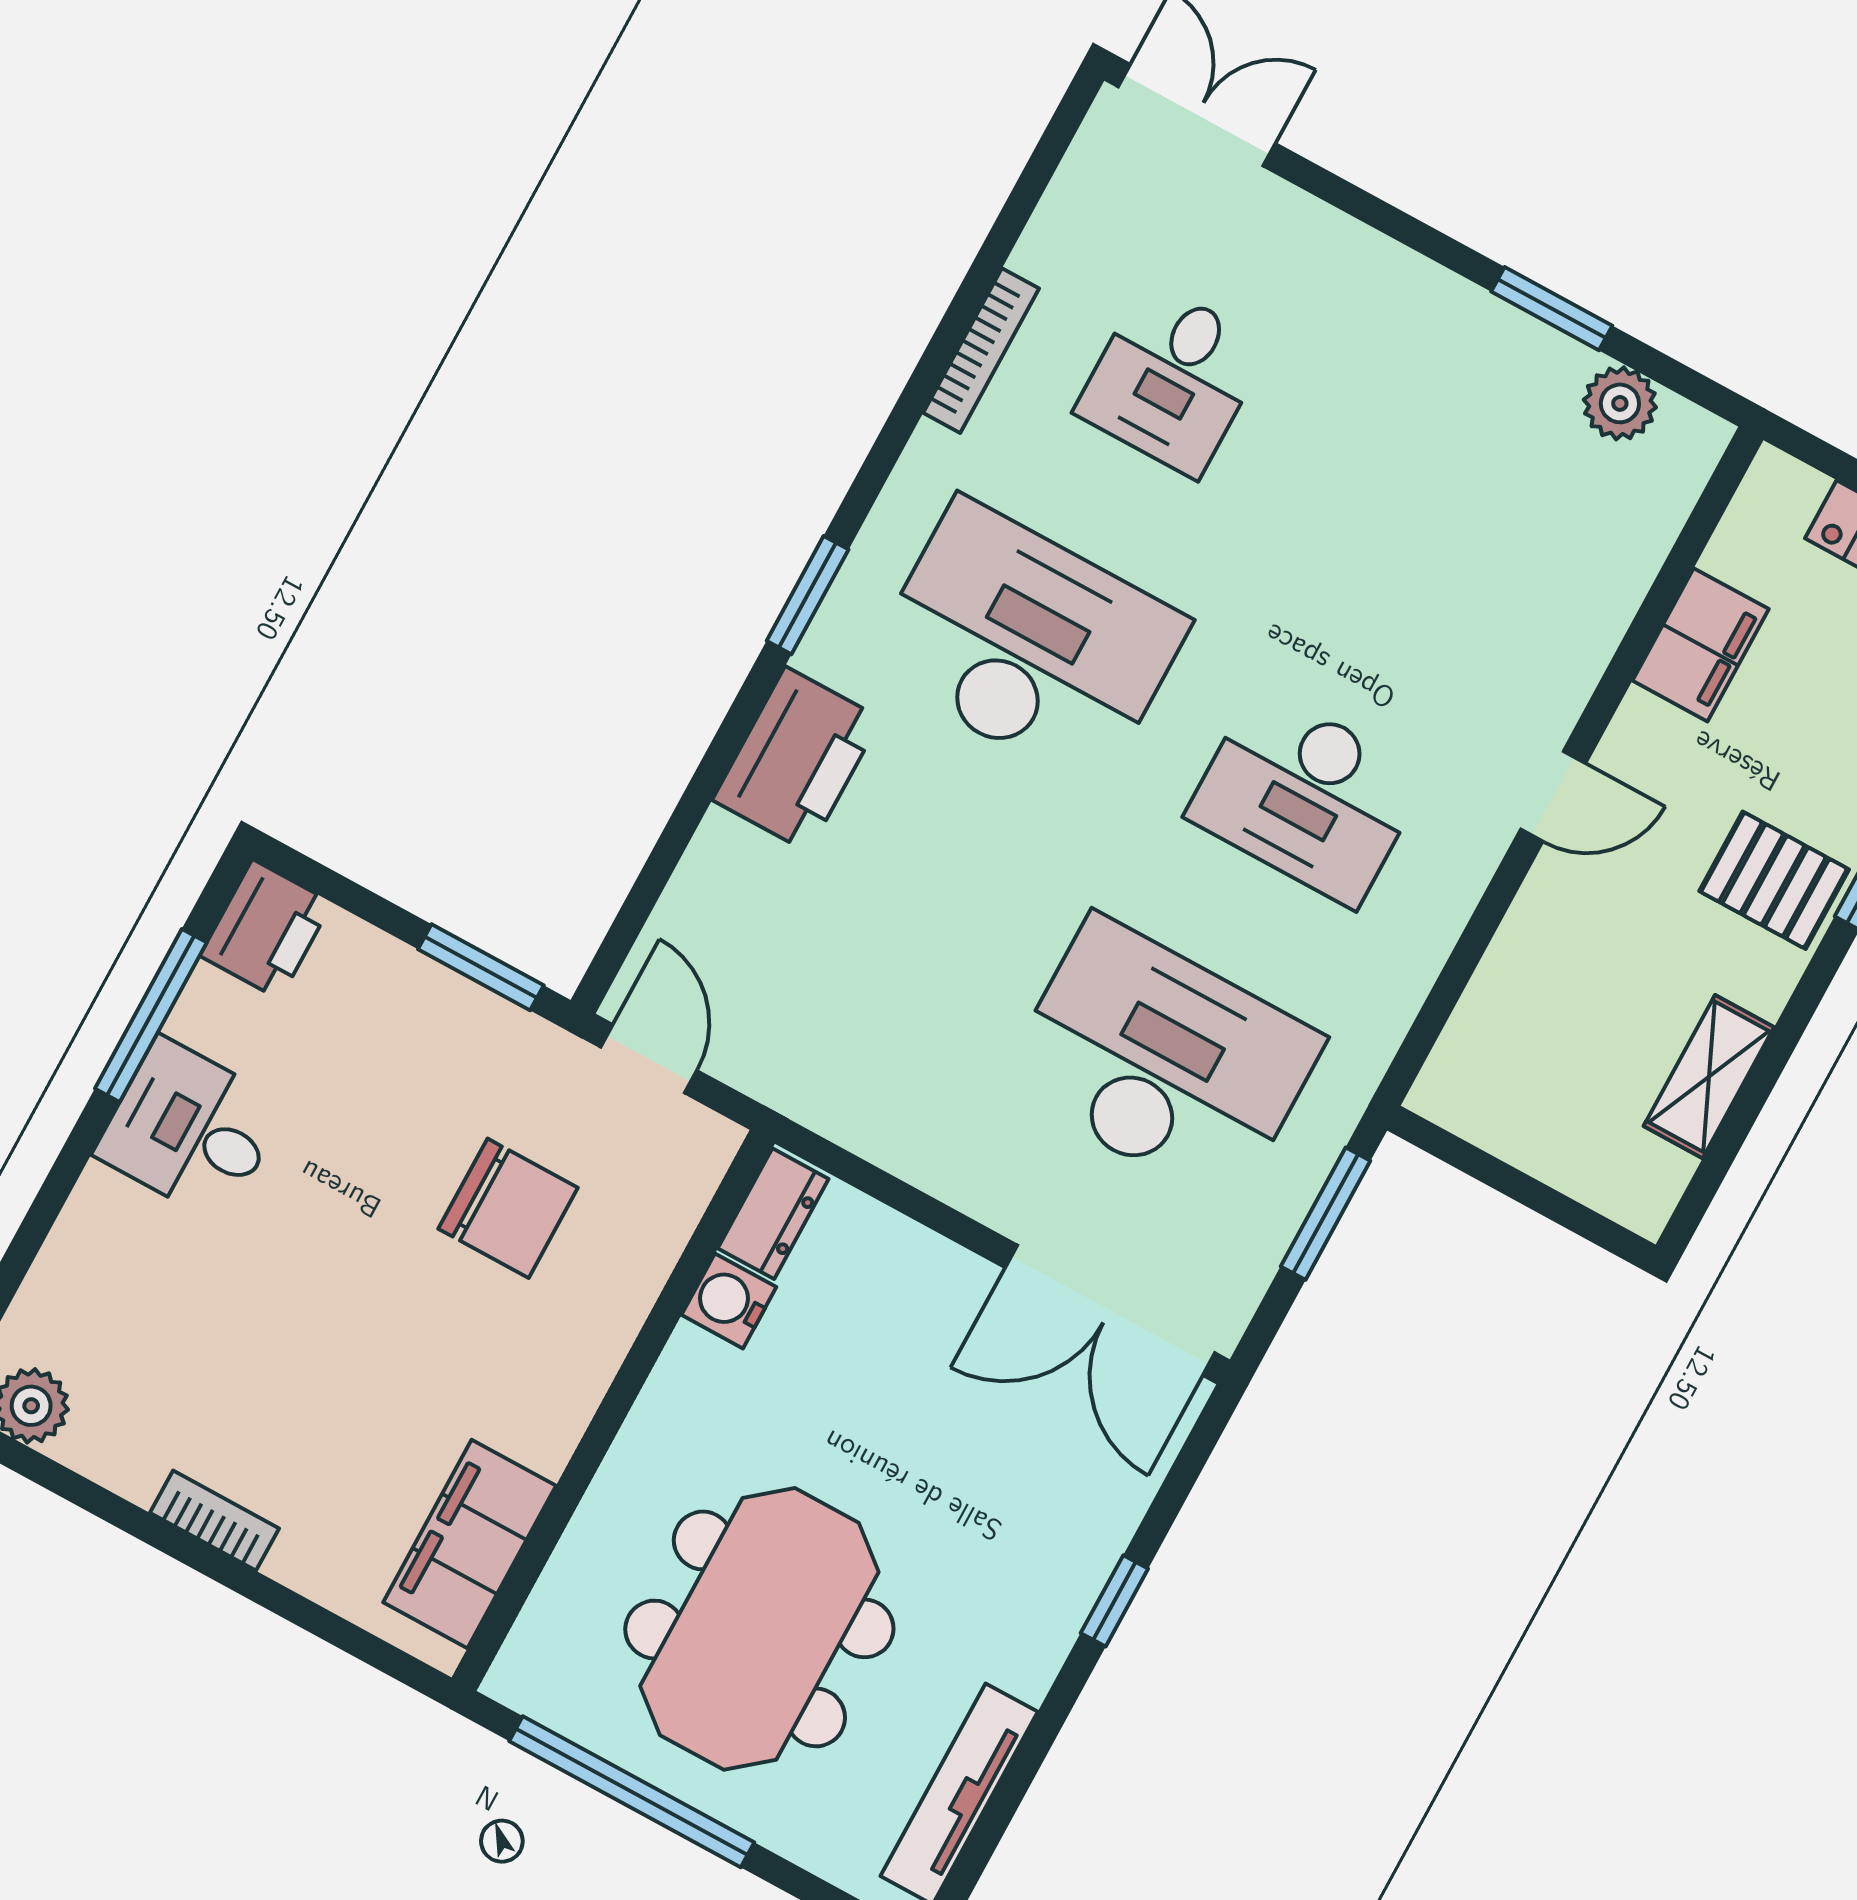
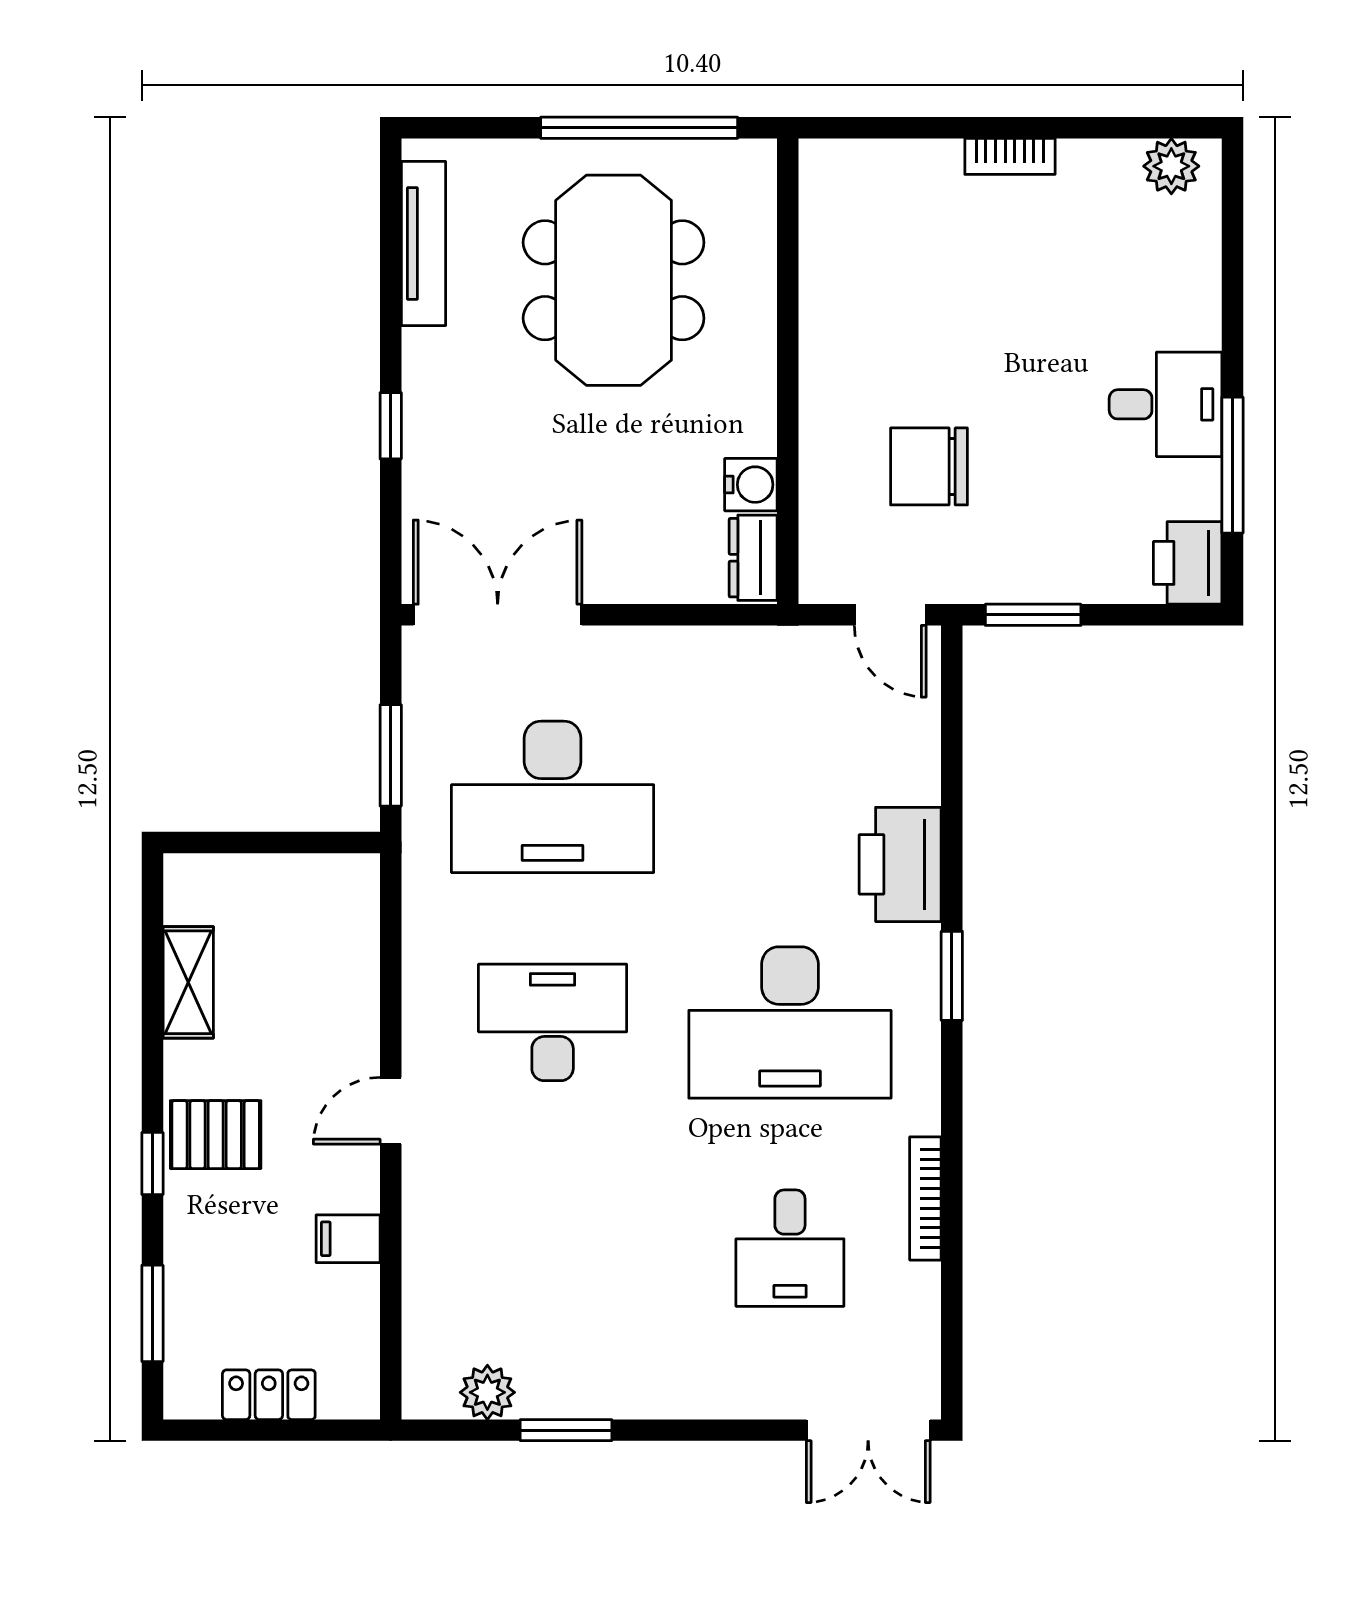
desk: (1172, 379) -> (790, 1248), turned 180
filing cabinet: (1701, 645) -> (348, 1239), width x0.50
filing cabinet: (470, 1544) -> (834, 232), removed

